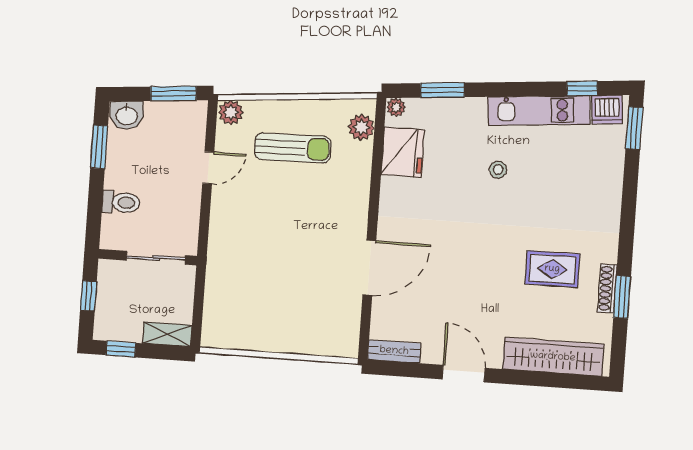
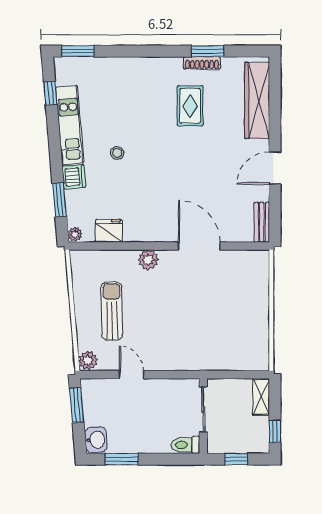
dishwasher: (607, 110) -> (74, 177), moved
plant: (361, 127) -> (148, 260), moved
fridge: (403, 152) -> (109, 231), width x0.73, depth x0.75
toilet: (121, 202) -> (185, 445), moved, turned -90

